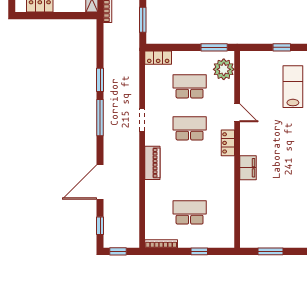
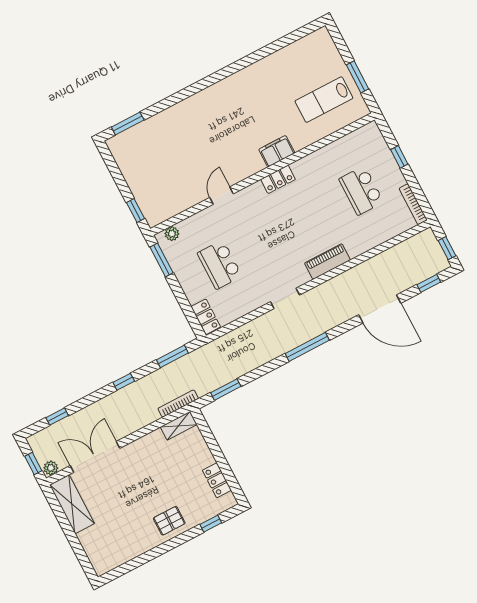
window: (282, 47) -> (136, 210), moved
plant: (224, 69) -> (172, 234), width x0.53, depth x0.53
window: (100, 80) -> (226, 390), moved
lab bench: (293, 87) -> (324, 100), moved
school desk: (190, 128) -> (267, 240), removed
locker: (228, 143) -> (278, 179), moved

